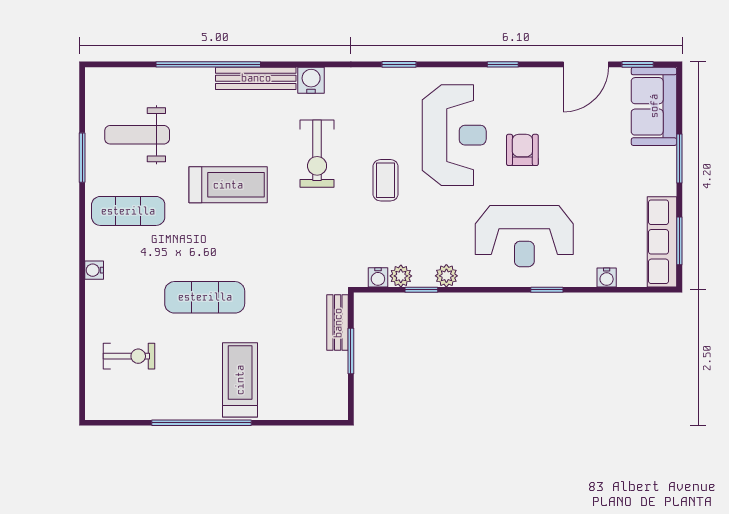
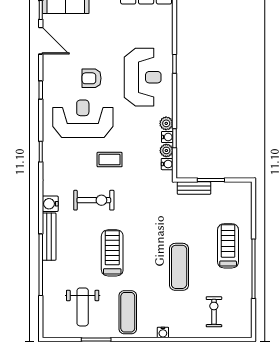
water cooler: (607, 278) -> (167, 137), moved
treadmill: (240, 380) -> (228, 246), turned 90

